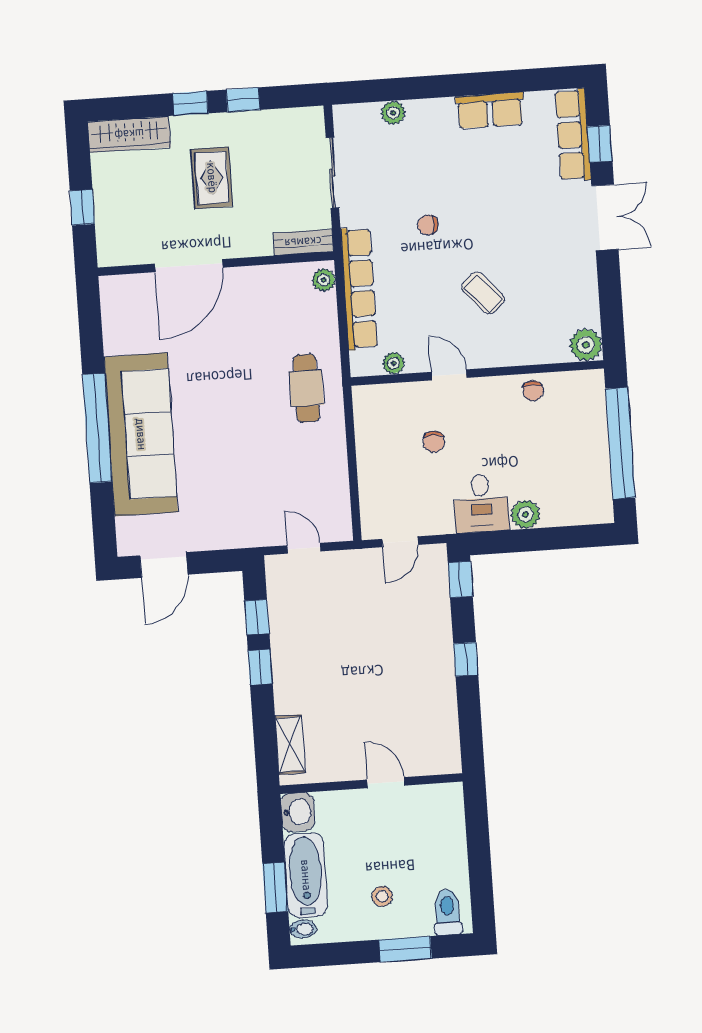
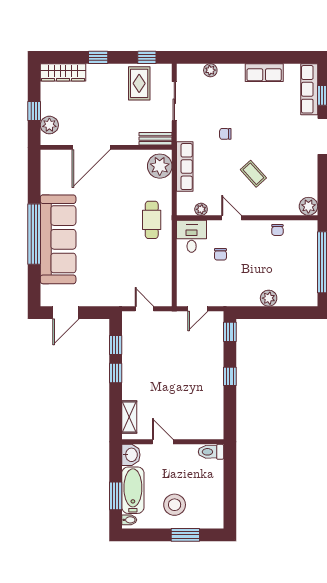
window: (243, 100) -> (147, 57), moved
rug: (212, 178) -> (139, 83), moved
plant: (111, 231) -> (49, 125), added
plant: (324, 280) -> (160, 166), width x1.87, depth x1.87
row of seats: (359, 289) -> (185, 167), width x0.73
desk: (481, 503) -> (192, 236), moved, turned 180
door: (386, 783) -> (163, 442), moved
stool: (382, 896) -> (175, 505), width x1.89, depth x1.89
toilet: (447, 912) -> (211, 452), moved, turned -90

